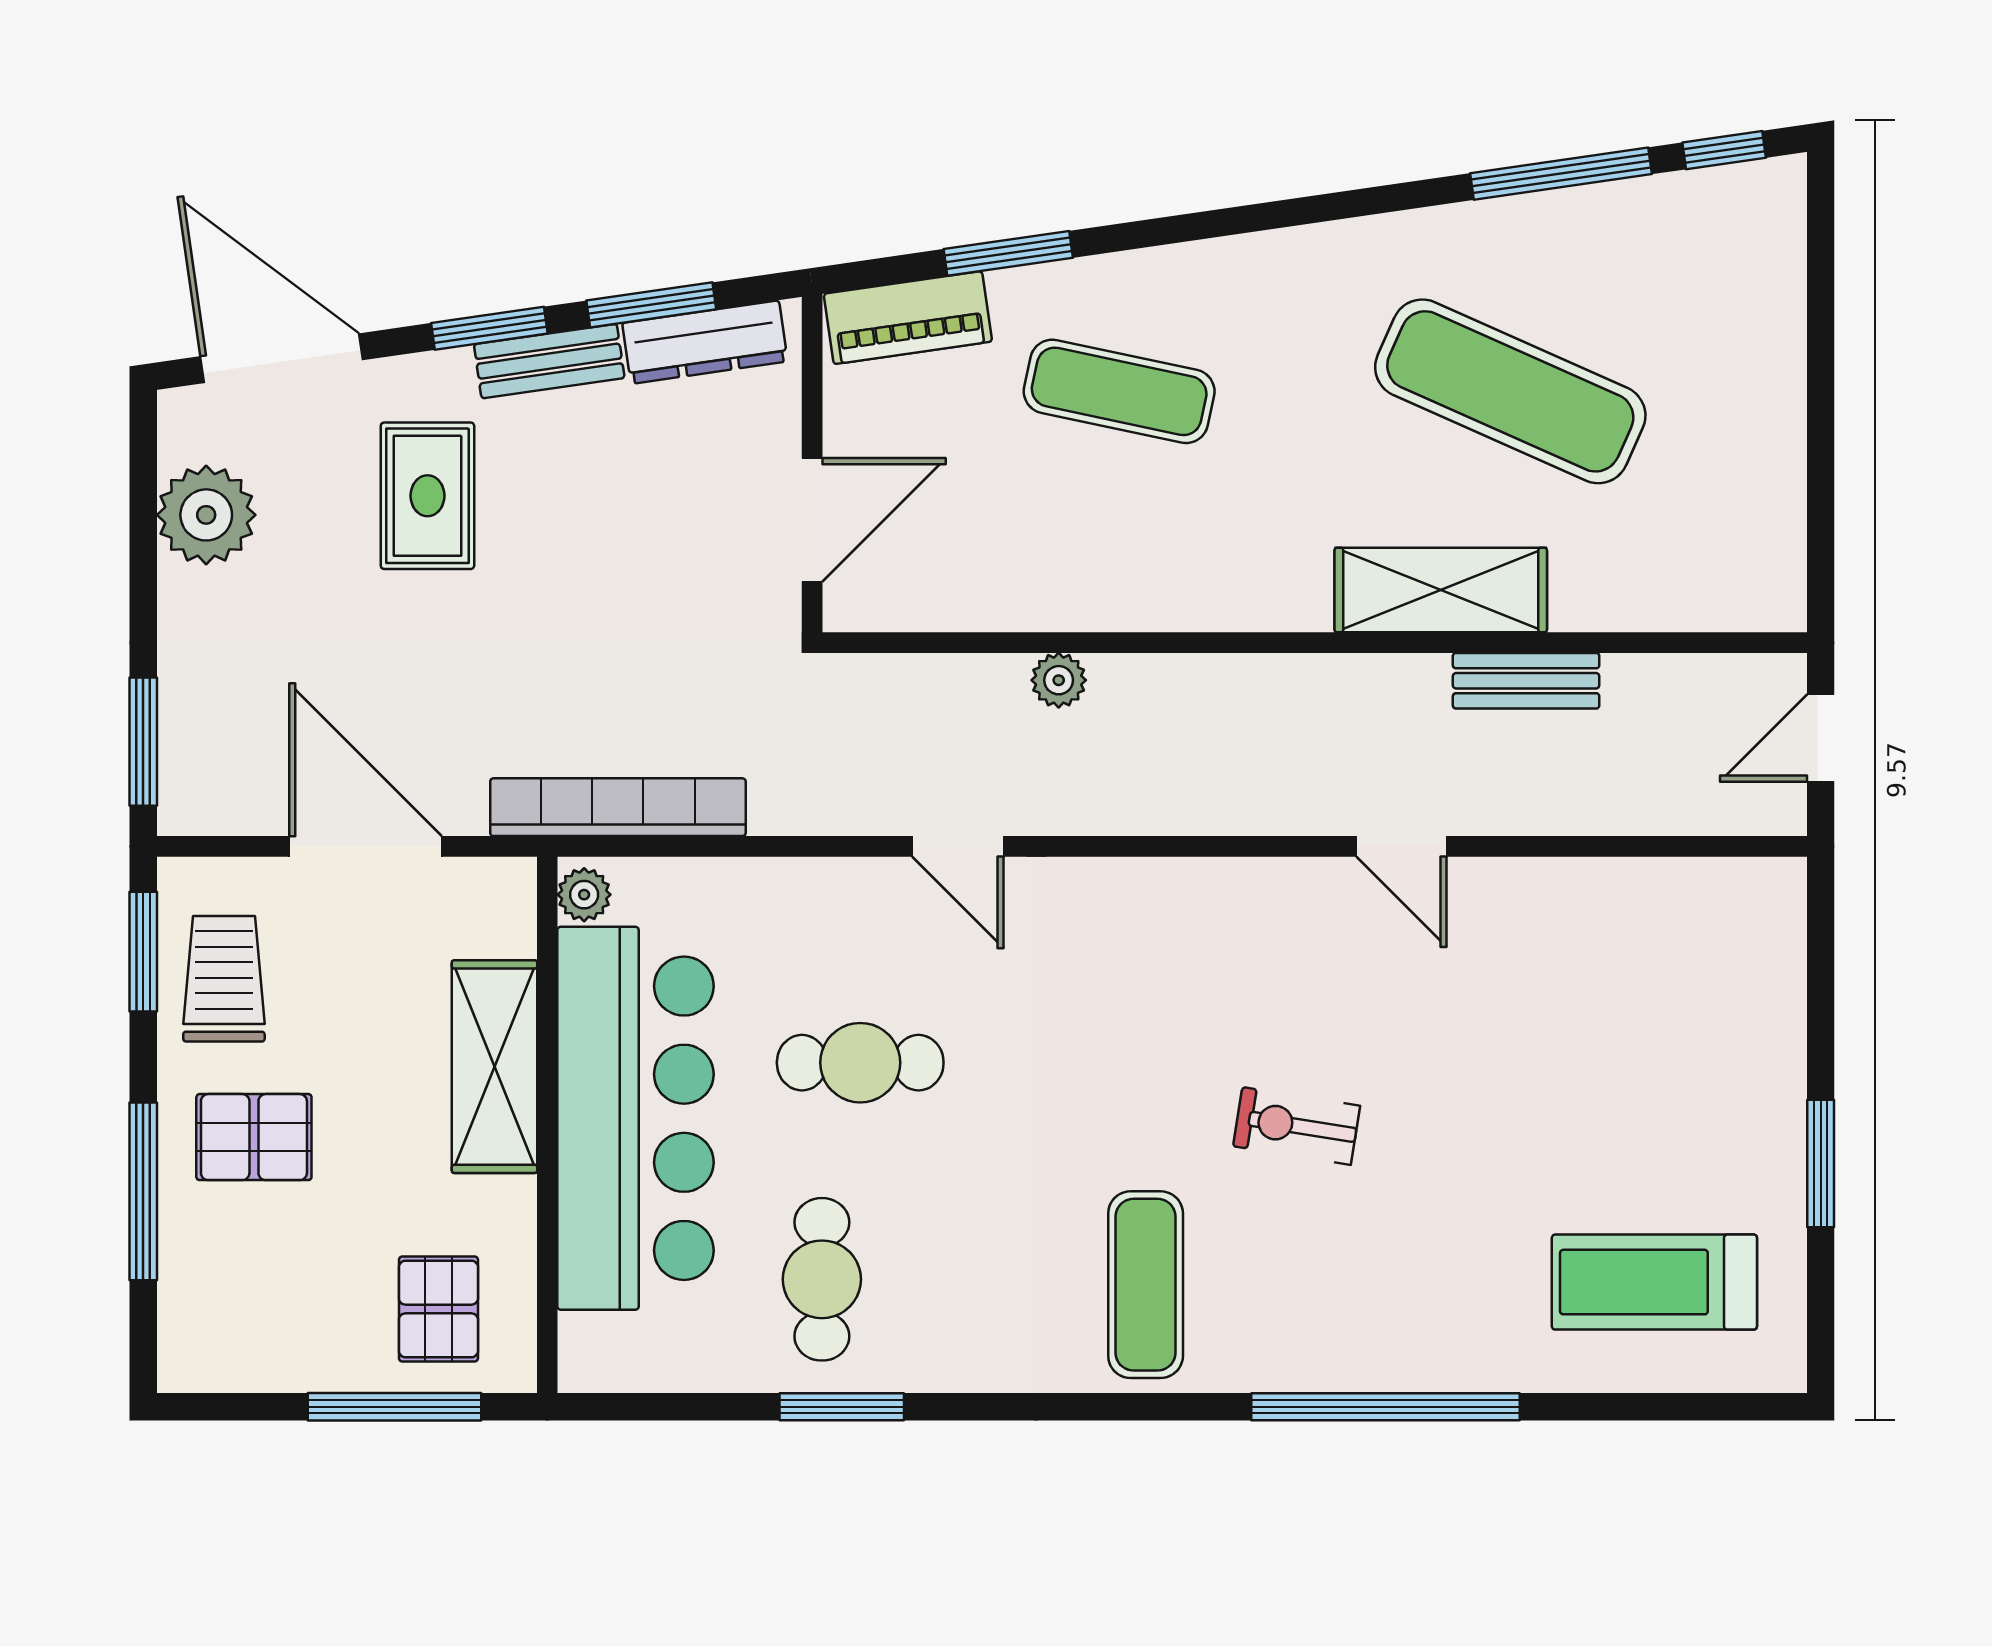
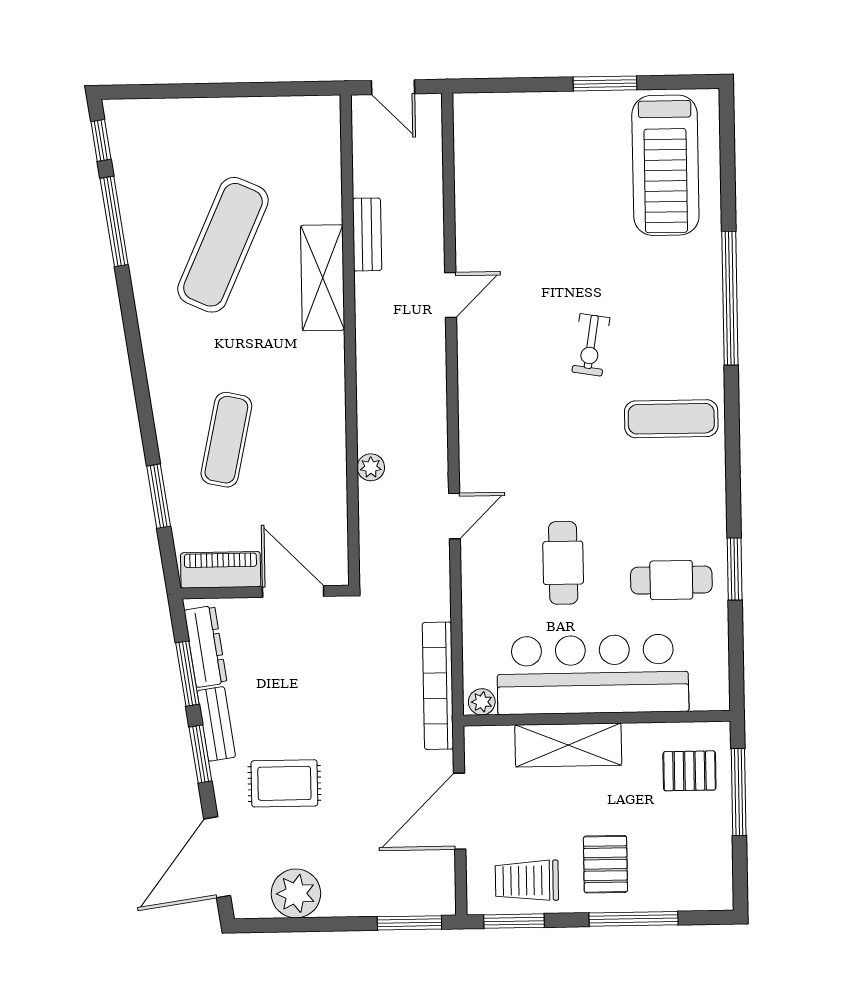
piano: (908, 318) -> (221, 570), moved, turned -82
treadmill: (1654, 1282) -> (665, 165), width x1.37, depth x1.38

